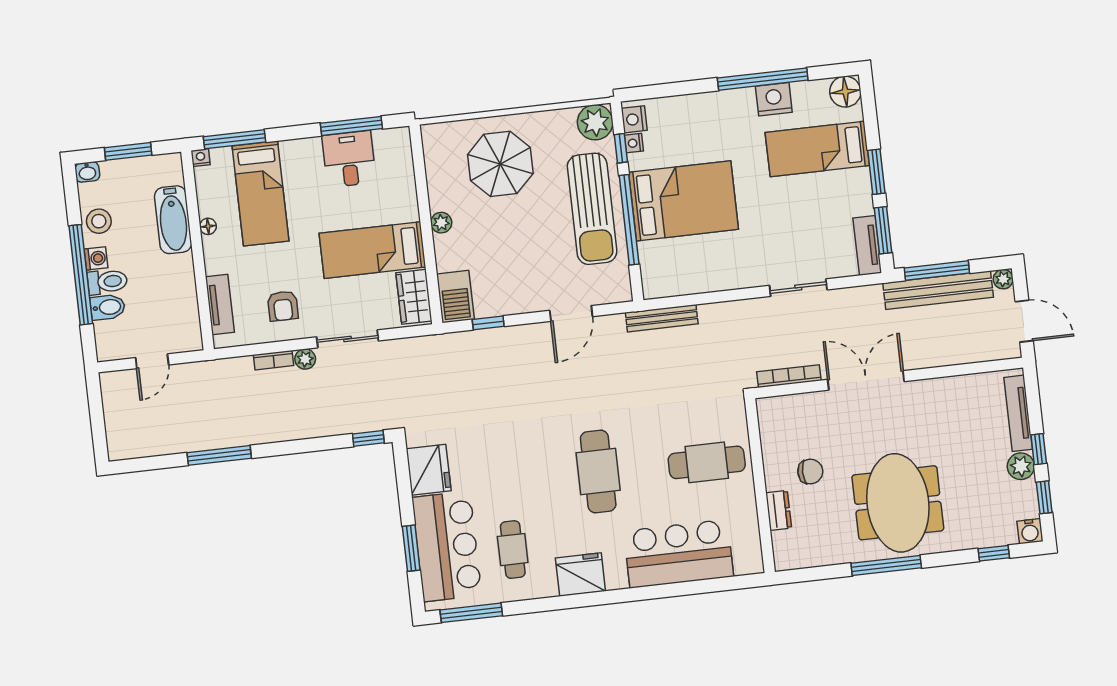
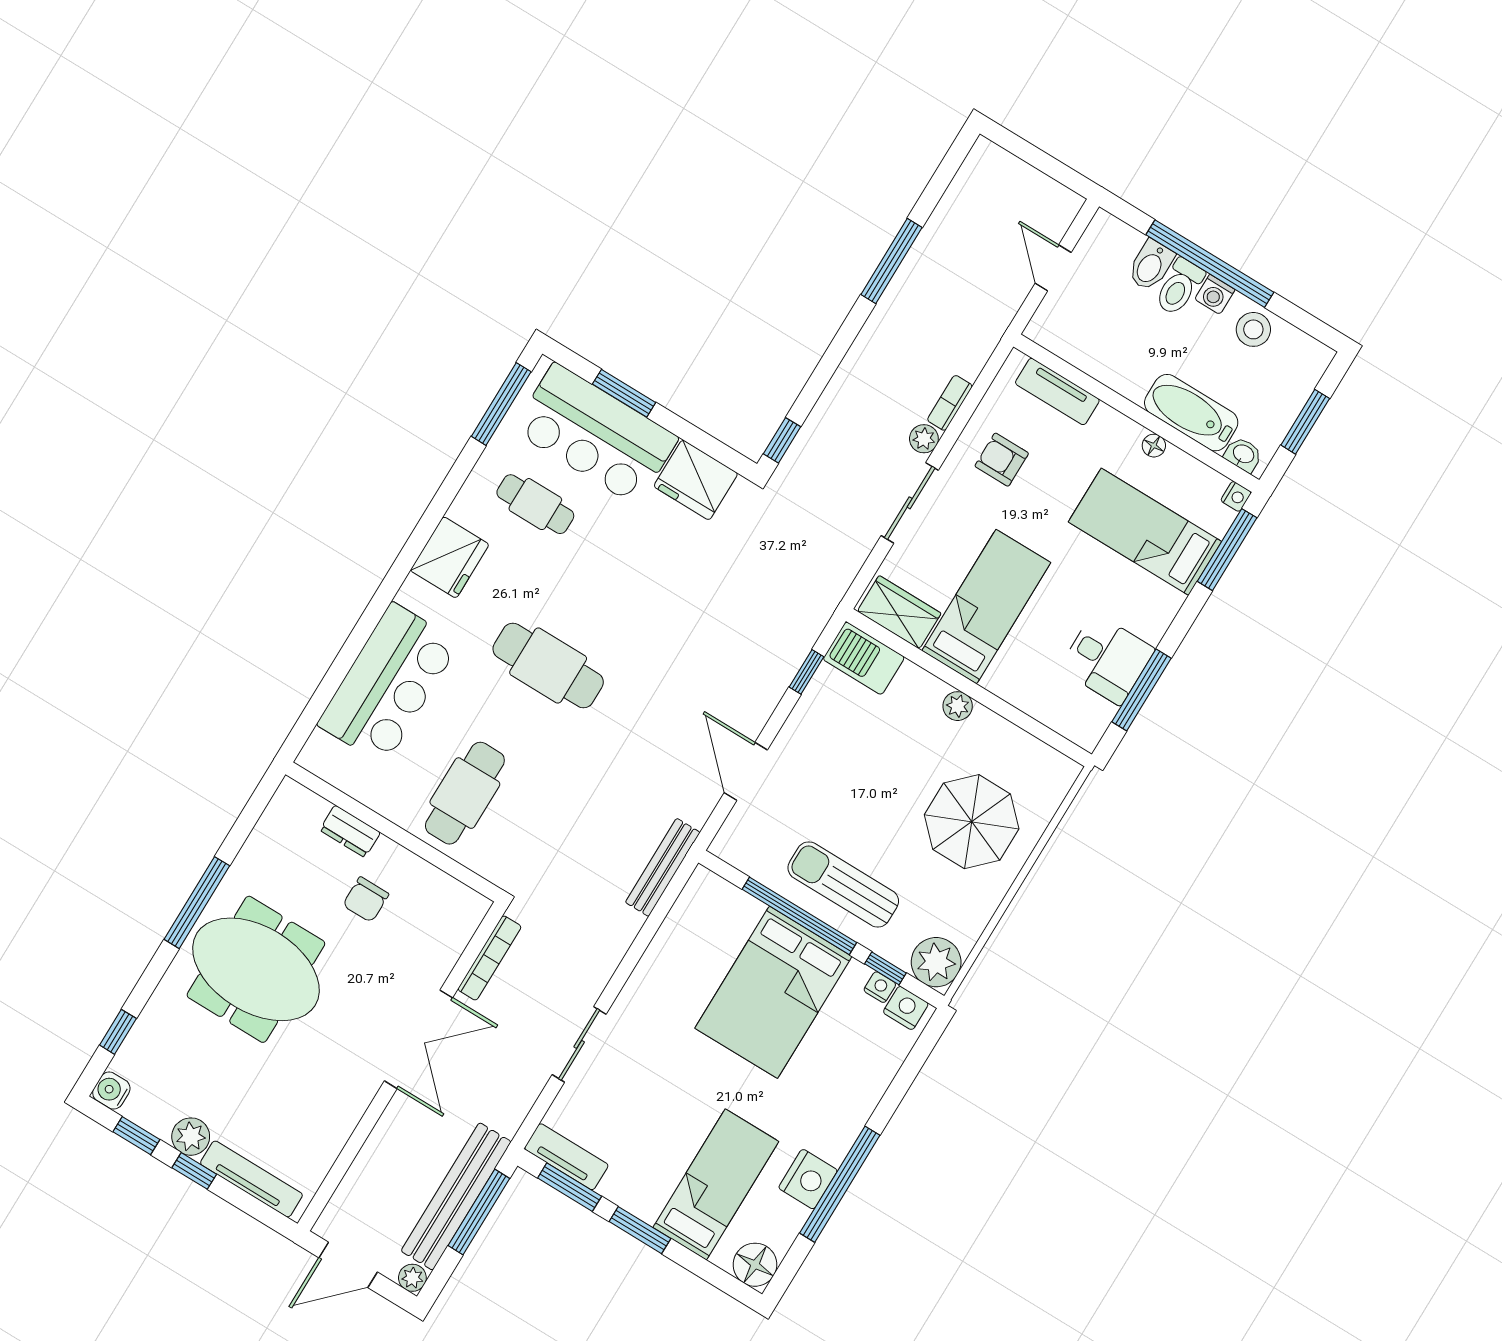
washbasin: (87, 172) -> (1243, 454), moved, turned 90
sun lounger: (592, 209) -> (843, 884), width x0.73, depth x0.75

